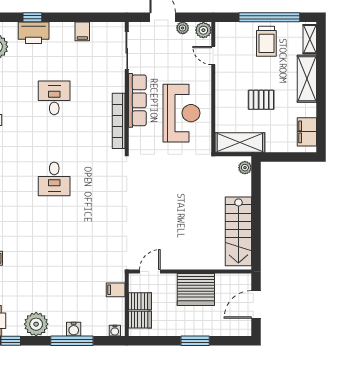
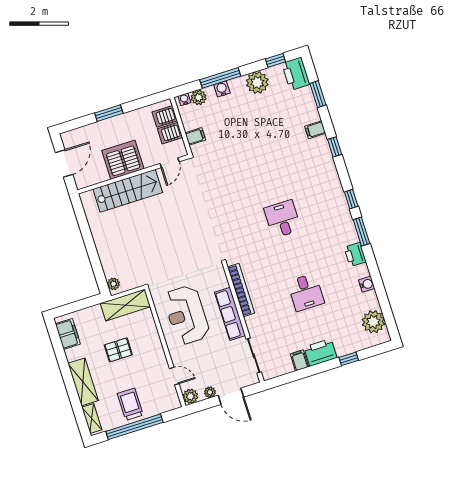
printer: (34, 33) -> (320, 352), moved
stairs: (238, 231) -> (128, 191), moved, turned 90
plant: (100, 328) -> (199, 97), added

